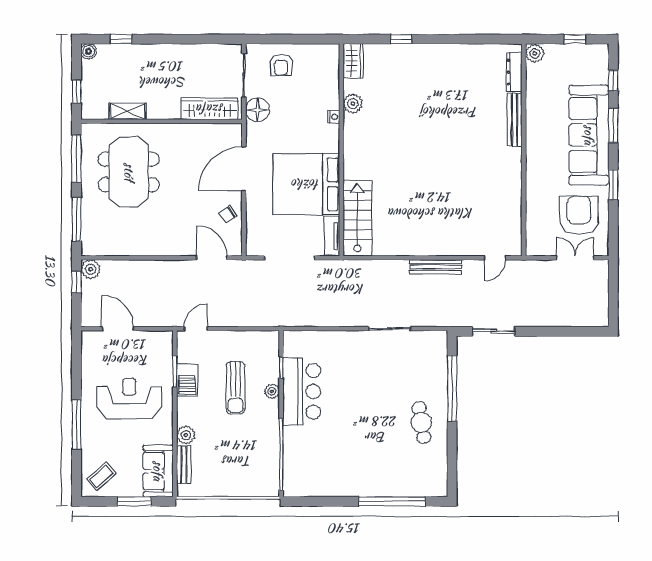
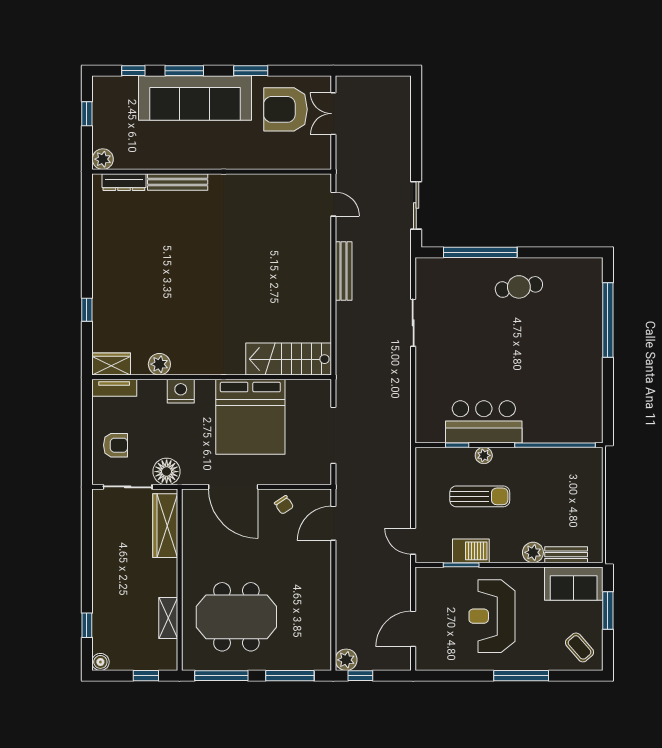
nightstand: (334, 117) -> (181, 391), width x1.89, depth x1.79
tv unit: (332, 236) -> (114, 388), moved

